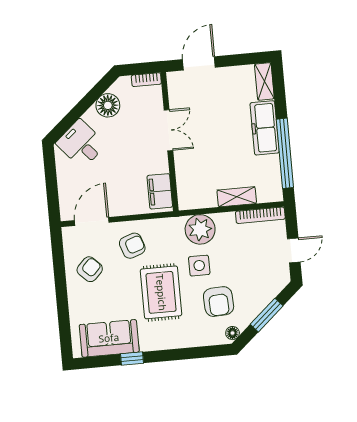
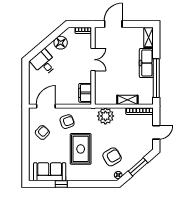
side table: (199, 266) -> (103, 136), removed
armchair: (219, 302) -> (112, 157), turned -117

